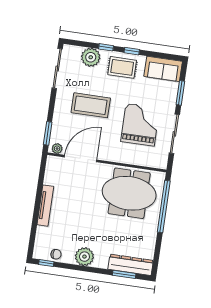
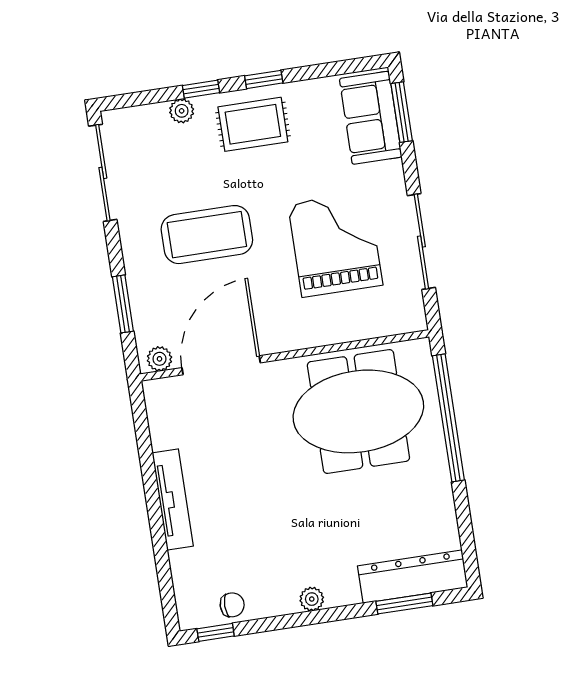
plant: (91, 57) -> (182, 111), width x0.53, depth x0.53
sofa: (163, 69) -> (371, 118), moved, turned 90
window: (180, 93) -> (402, 112), moved
window: (48, 133) -> (123, 304), moved
plant: (84, 257) -> (312, 599), width x0.53, depth x0.53

